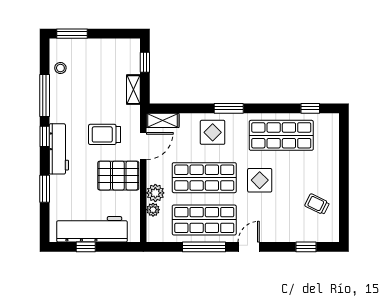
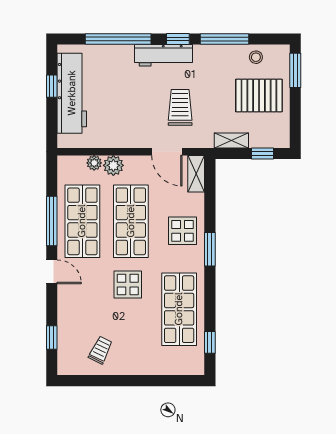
pallet: (118, 176) -> (259, 96), moved, turned 90
window: (45, 189) -> (118, 39), width x2.11

